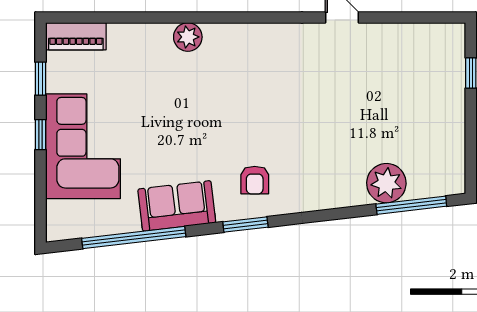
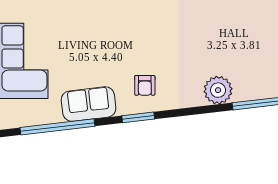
plant: (386, 183) -> (218, 90), moved

